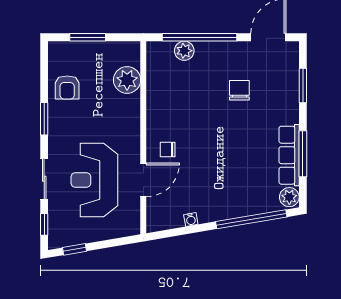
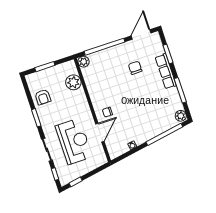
plant: (184, 51) -> (84, 62), moved
row of seats: (289, 155) -> (166, 71), moved
reception desk: (94, 180) -> (74, 141), turned 180

